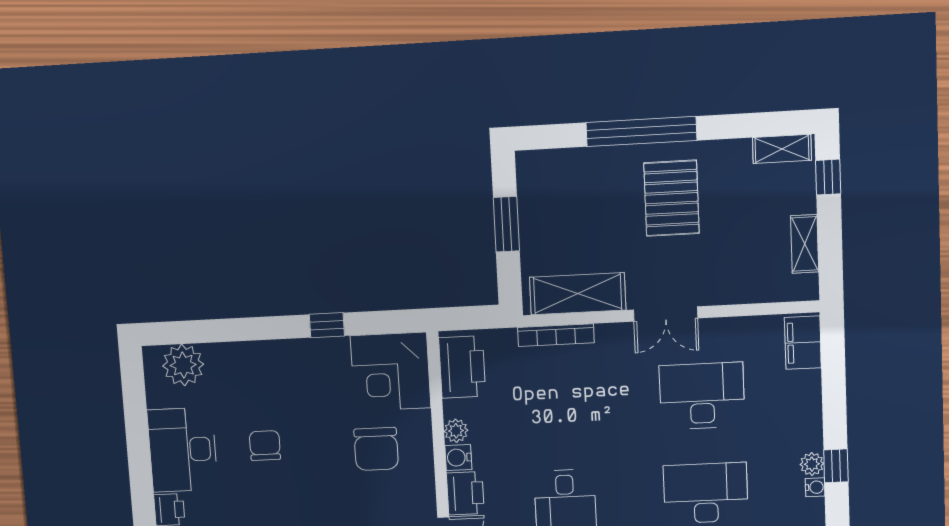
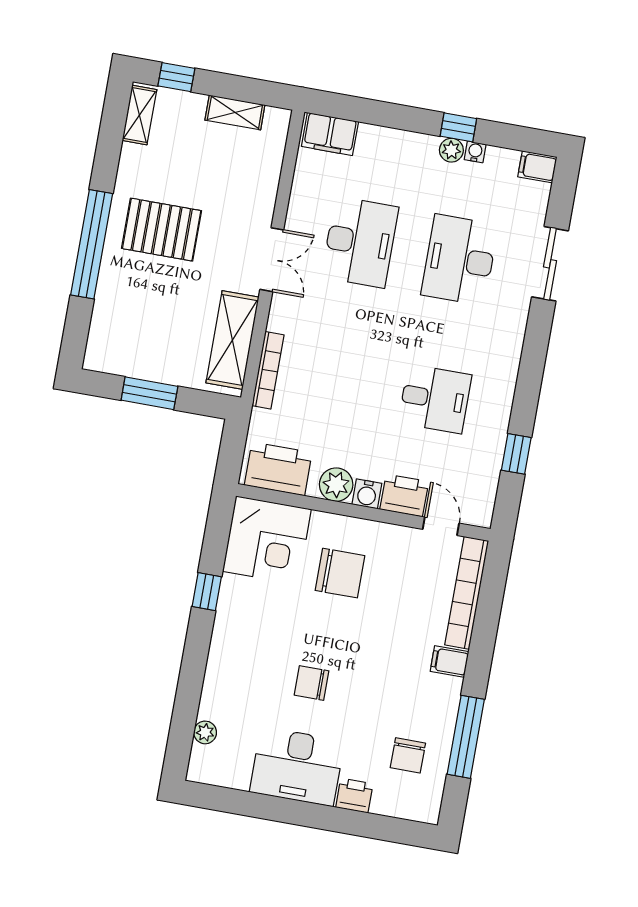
plant: (183, 365) -> (205, 732), width x0.53, depth x0.53
desk: (702, 396) -> (360, 242), turned 180
plant: (456, 431) -> (336, 485), width x1.38, depth x1.38

